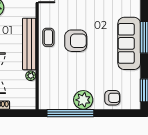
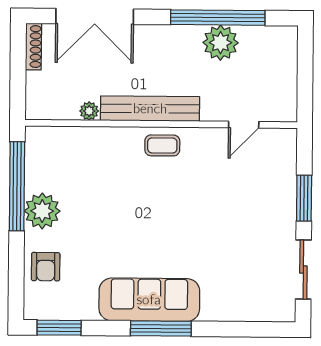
armchair: (76, 41) -> (155, 198), removed

